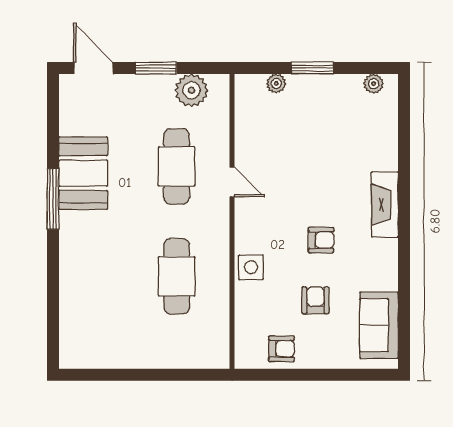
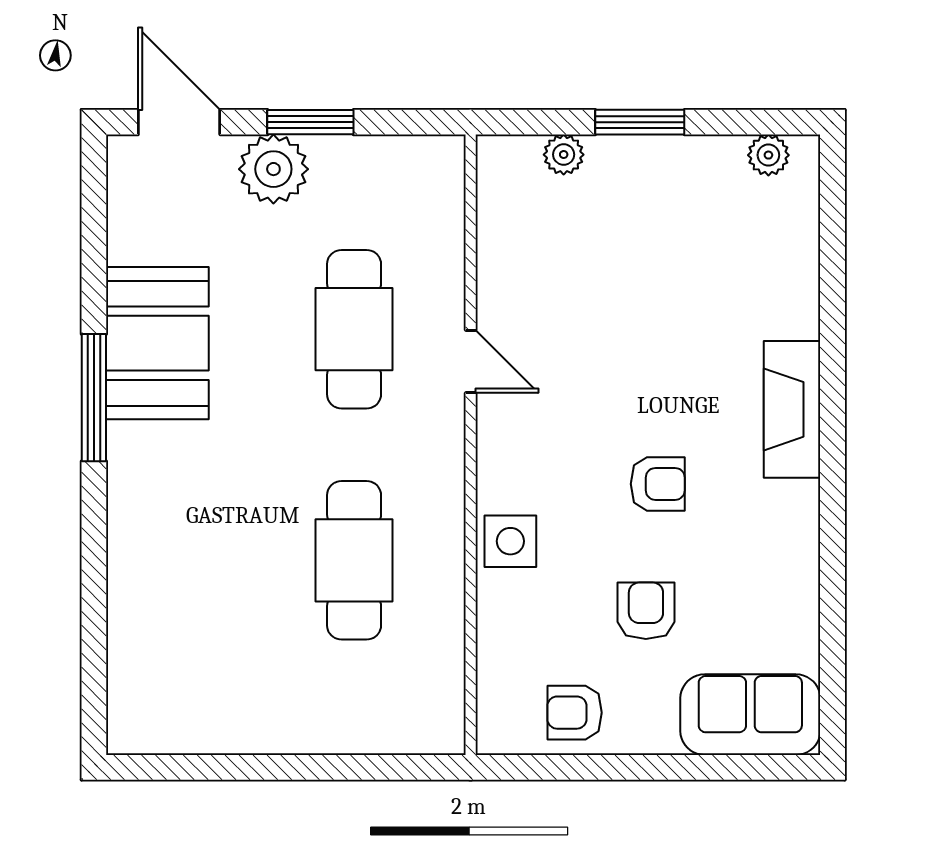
plant: (191, 90) -> (273, 169), moved
sofa: (379, 325) -> (750, 715), moved, turned 90
armchair: (281, 349) -> (575, 713), turned 180

